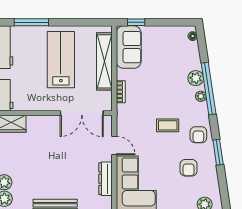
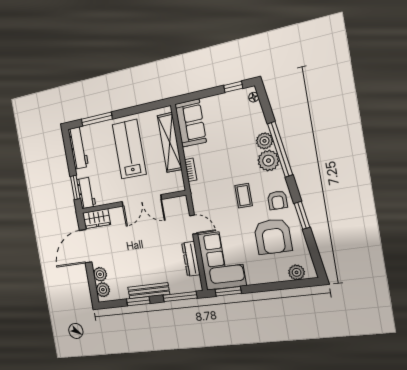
window: (136, 22) -> (233, 87), moved
plant: (201, 96) -> (268, 161), width x1.88, depth x1.88
double door: (82, 113) -> (142, 200), moved
coffee table: (168, 125) -> (244, 196), turned 90
armchair: (189, 168) -> (273, 236), width x1.88, depth x1.88

